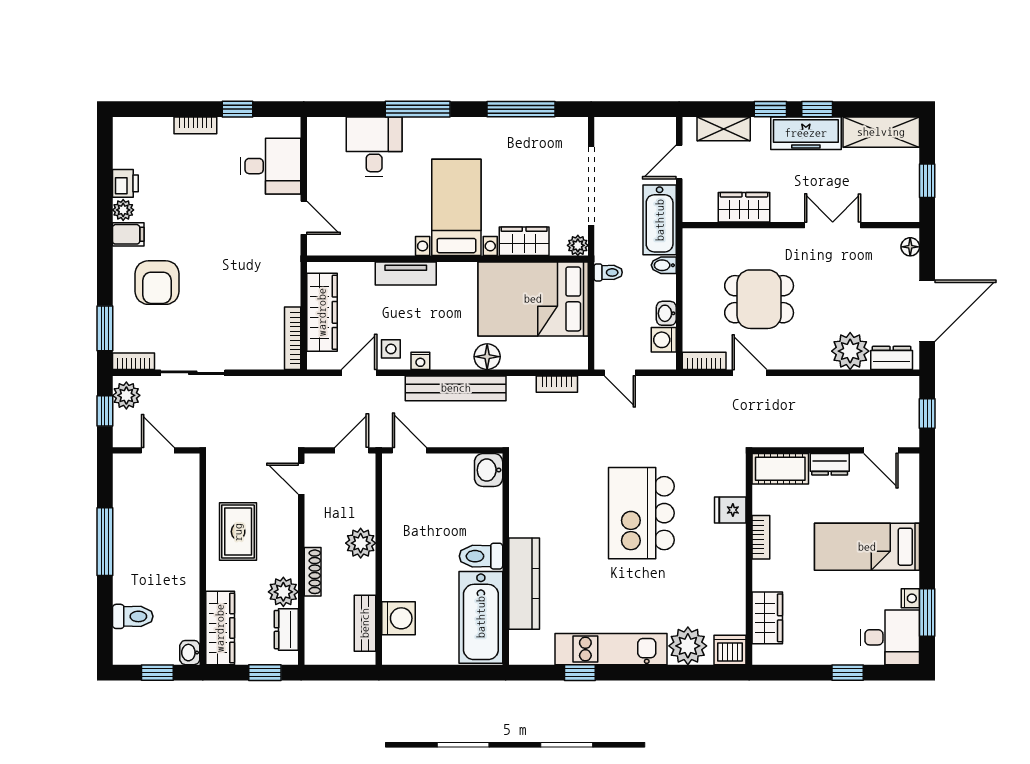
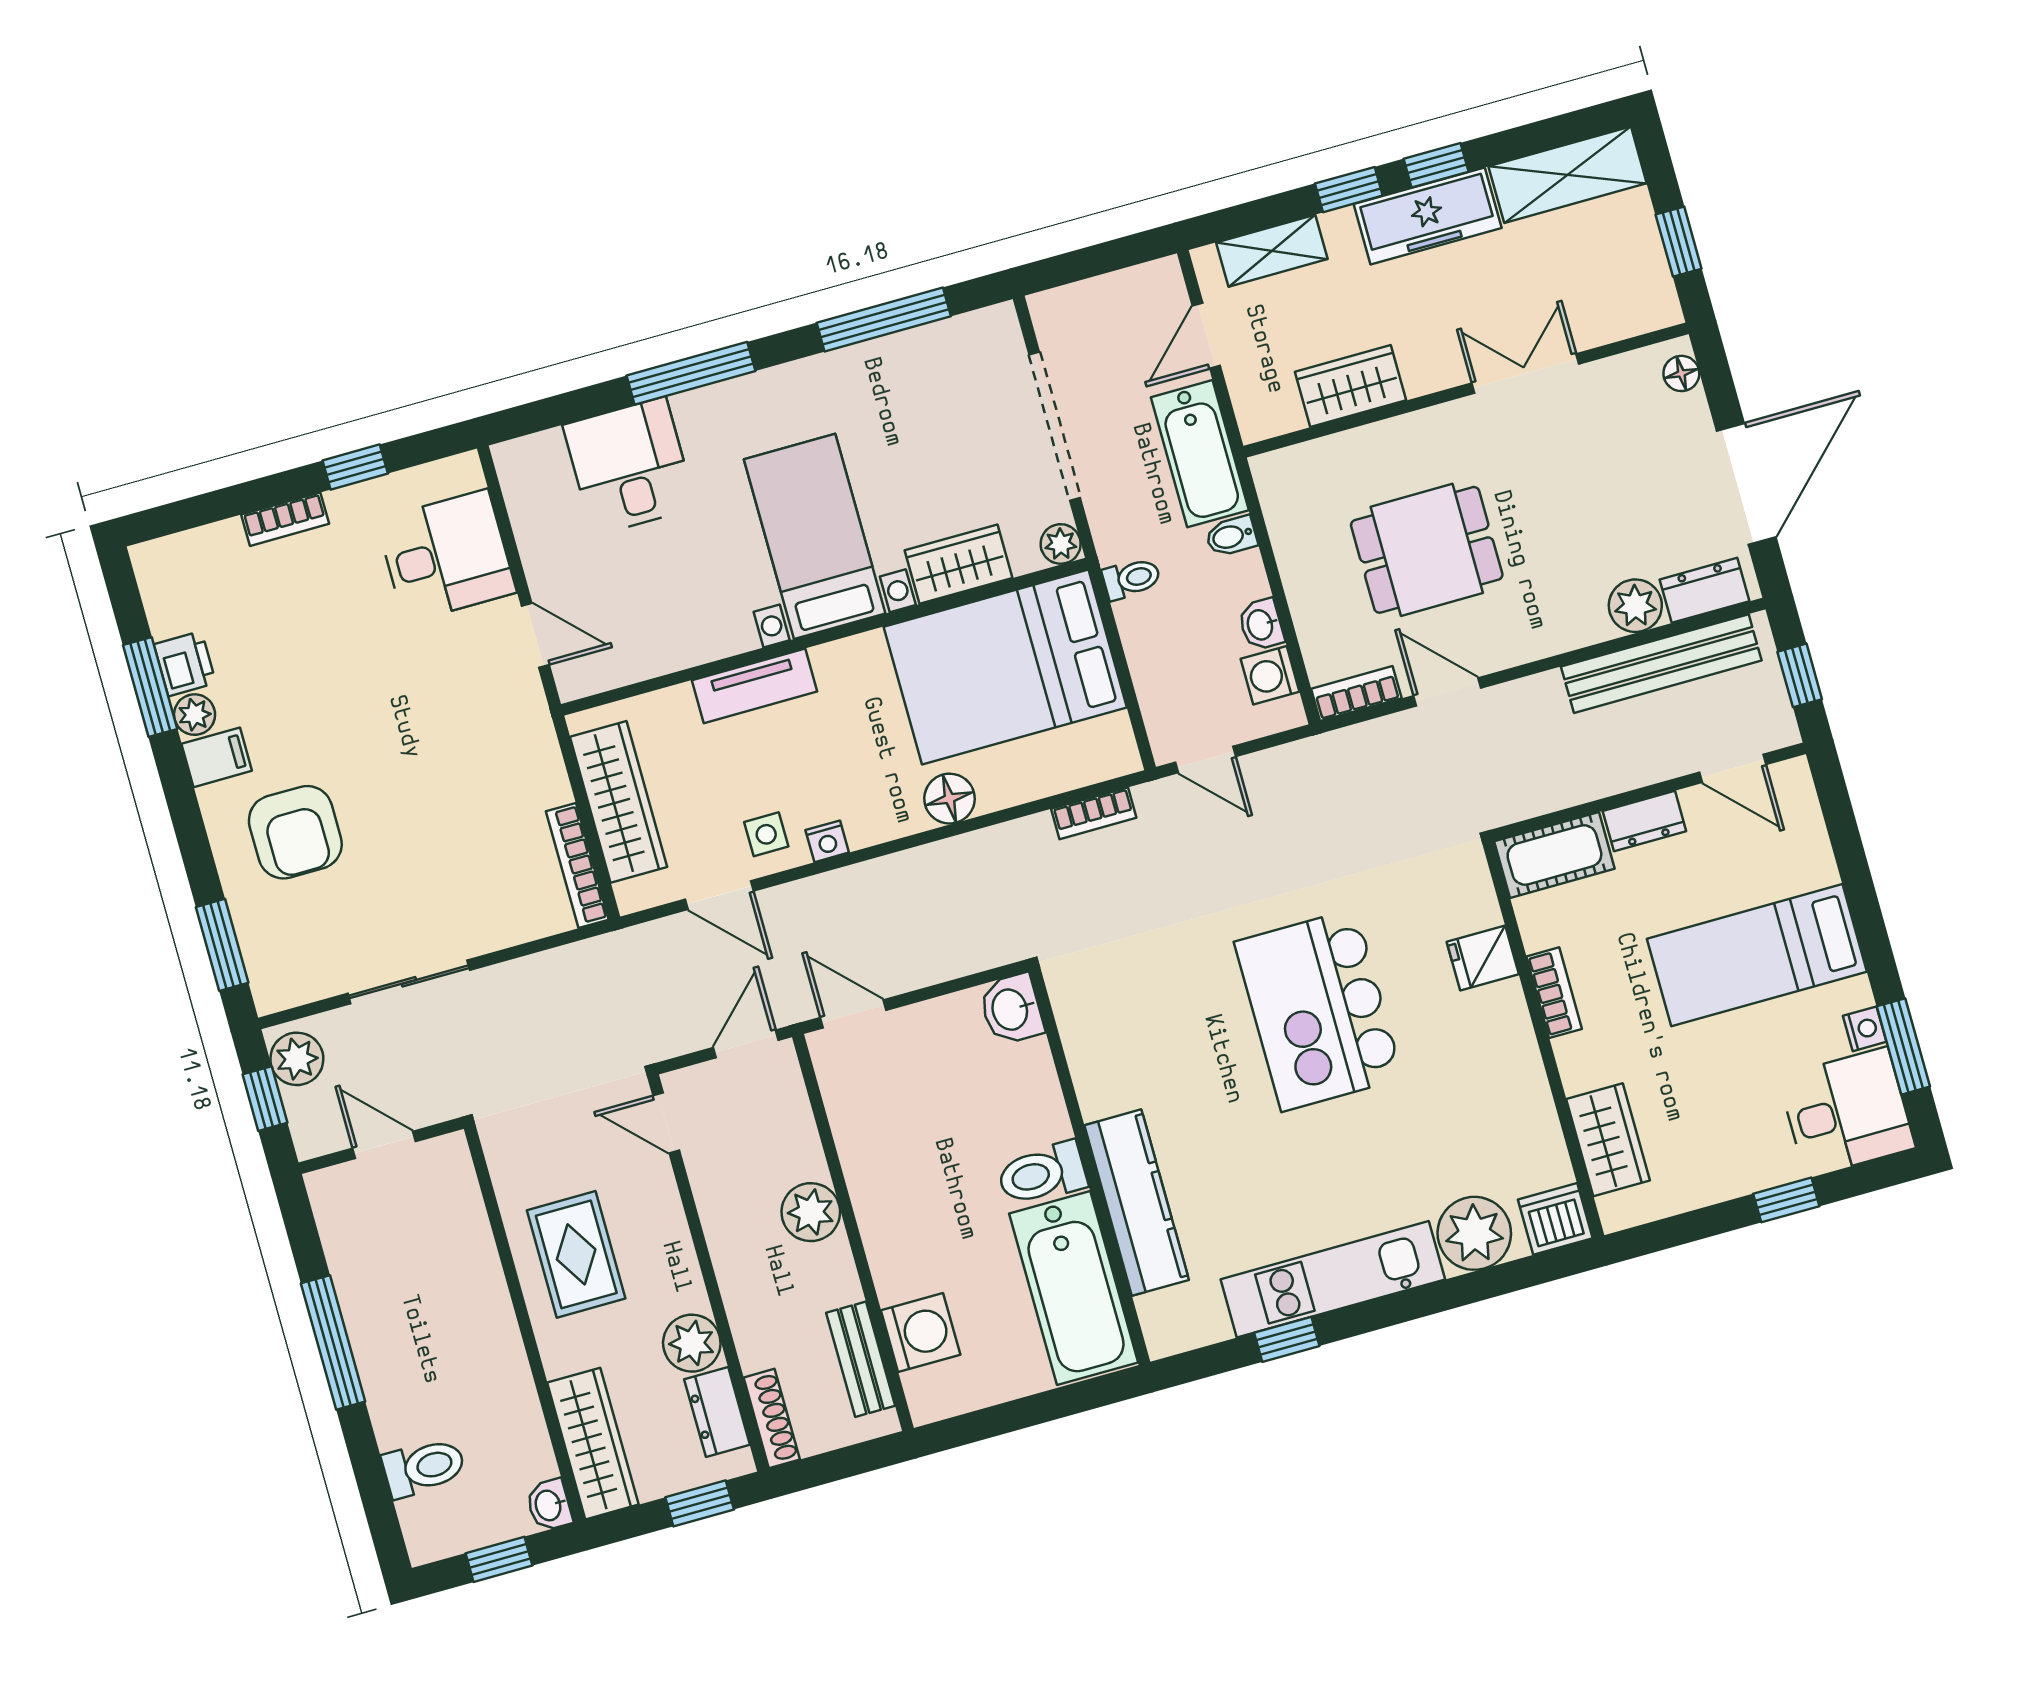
window: (105, 190) -> (150, 687), added
plant: (850, 351) -> (1635, 606), width x0.73, depth x0.73
bookcase: (134, 361) -> (293, 991), removed
door: (359, 373) -> (719, 895), swing flipped
bench: (456, 388) -> (1661, 664), moved
shoe rack: (313, 572) -> (772, 1419), moved

